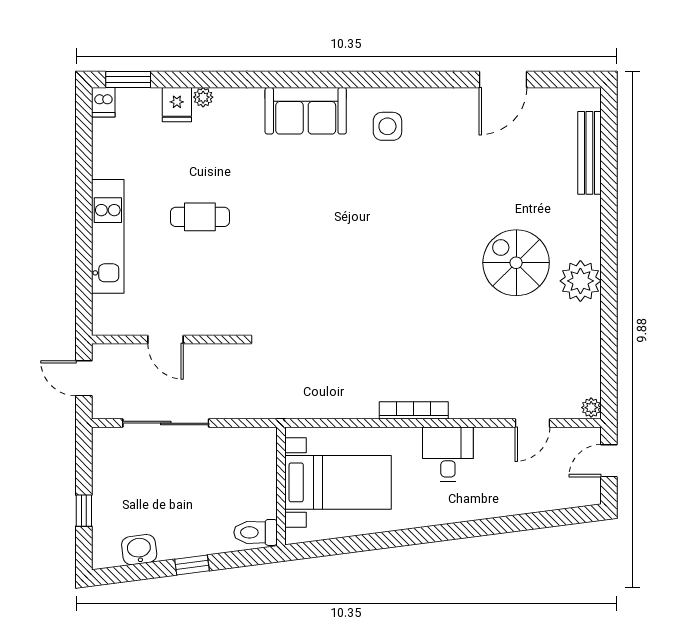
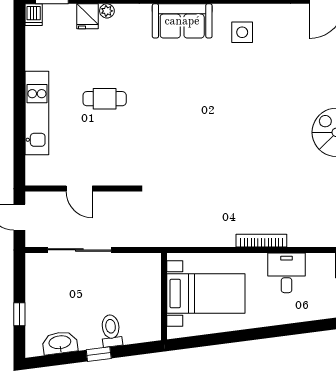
toilet: (255, 532) -> (111, 331), moved, turned 83
washbasin: (139, 550) -> (60, 343), width x1.38

